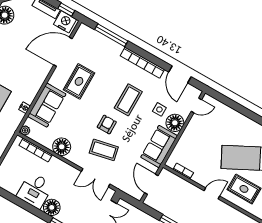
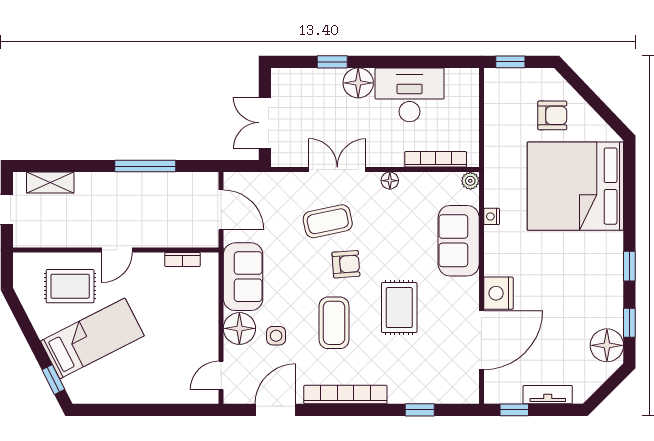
nightstand: (65, 22) -> (498, 293), moved, turned 90
window: (111, 35) -> (420, 410), width x0.46
door: (180, 74) -> (275, 410), hinge flipped
rug: (79, 81) -> (399, 308), moved
armchair: (107, 125) -> (346, 264), turned -94
floor lamp: (62, 147) -> (390, 181), width x0.53, depth x0.53
double door: (96, 178) -> (337, 170), moved
desk: (35, 190) -> (410, 95), width x1.37

